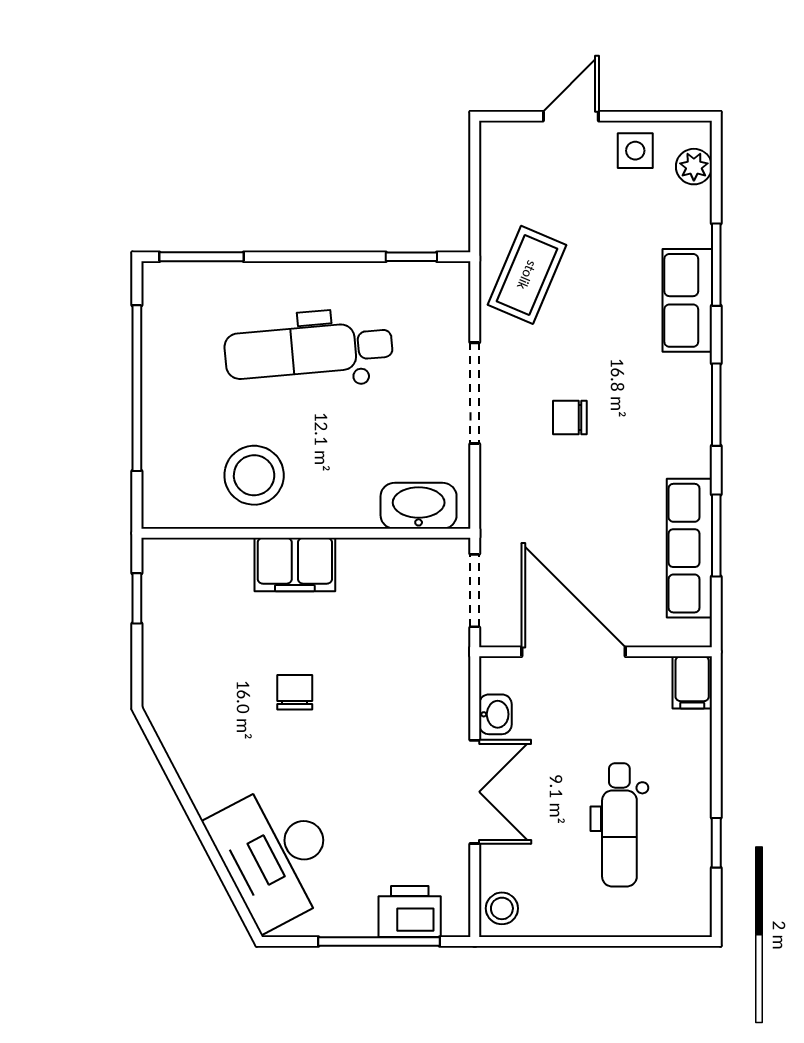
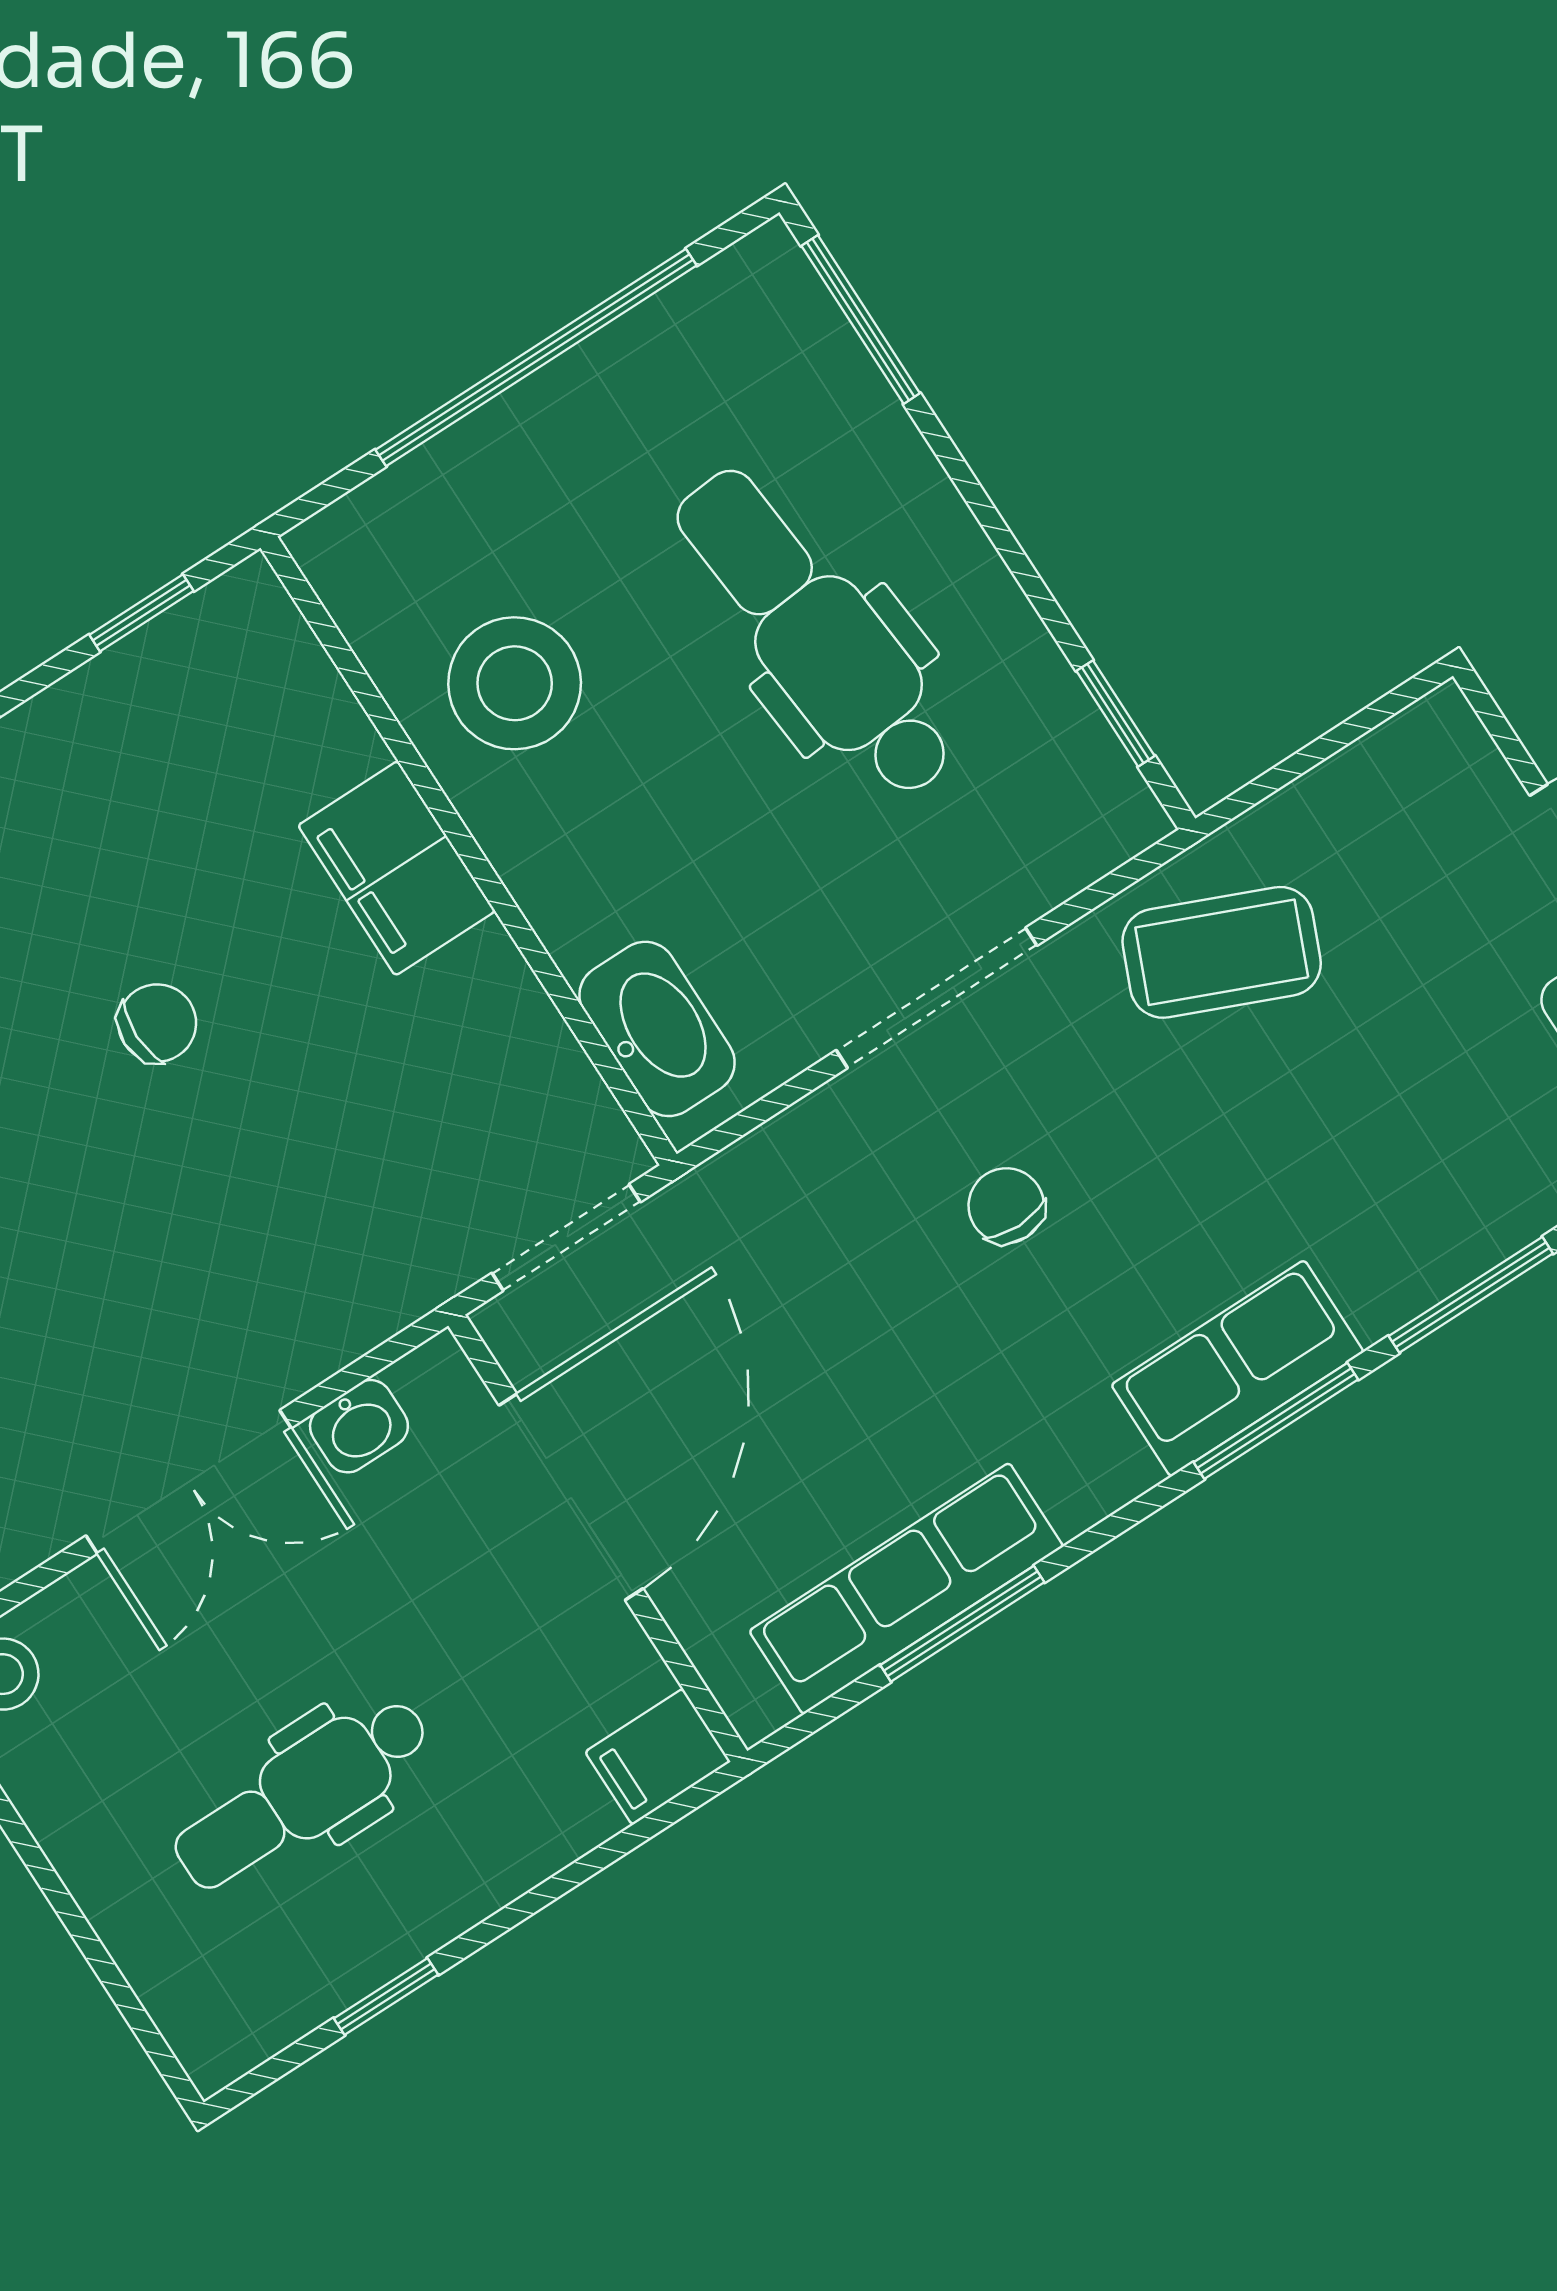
row of seats: (687, 300) -> (1237, 1368), moved
window: (716, 405) -> (1276, 1421), moved

